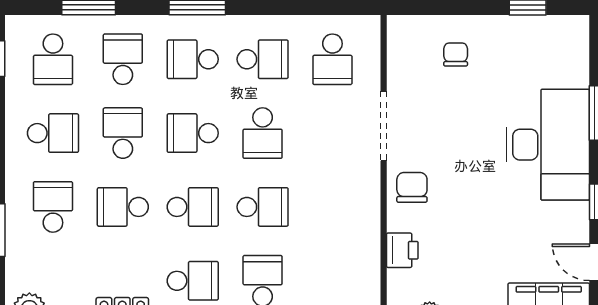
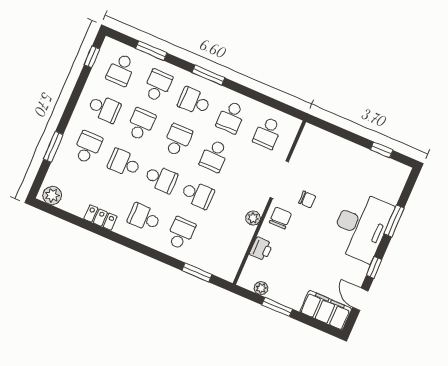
chair: (456, 54) -> (307, 199), moved, turned 90
school desk: (263, 59) -> (231, 117), turned 90
school desk: (193, 133) -> (178, 140), turned 90
plant: (368, 206) -> (253, 218), added
school desk: (193, 281) -> (144, 218), turned 180

